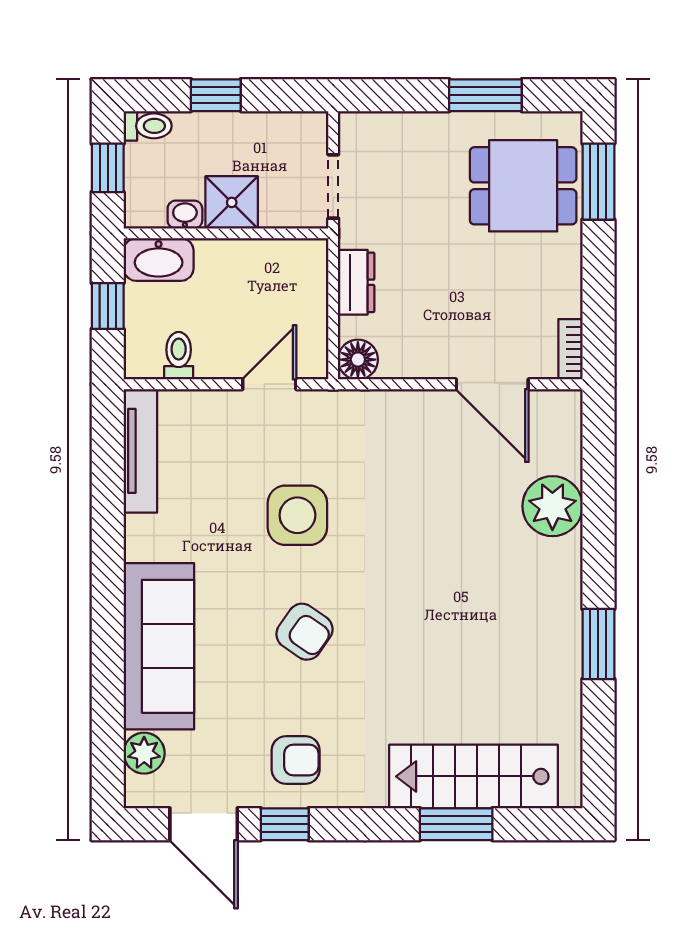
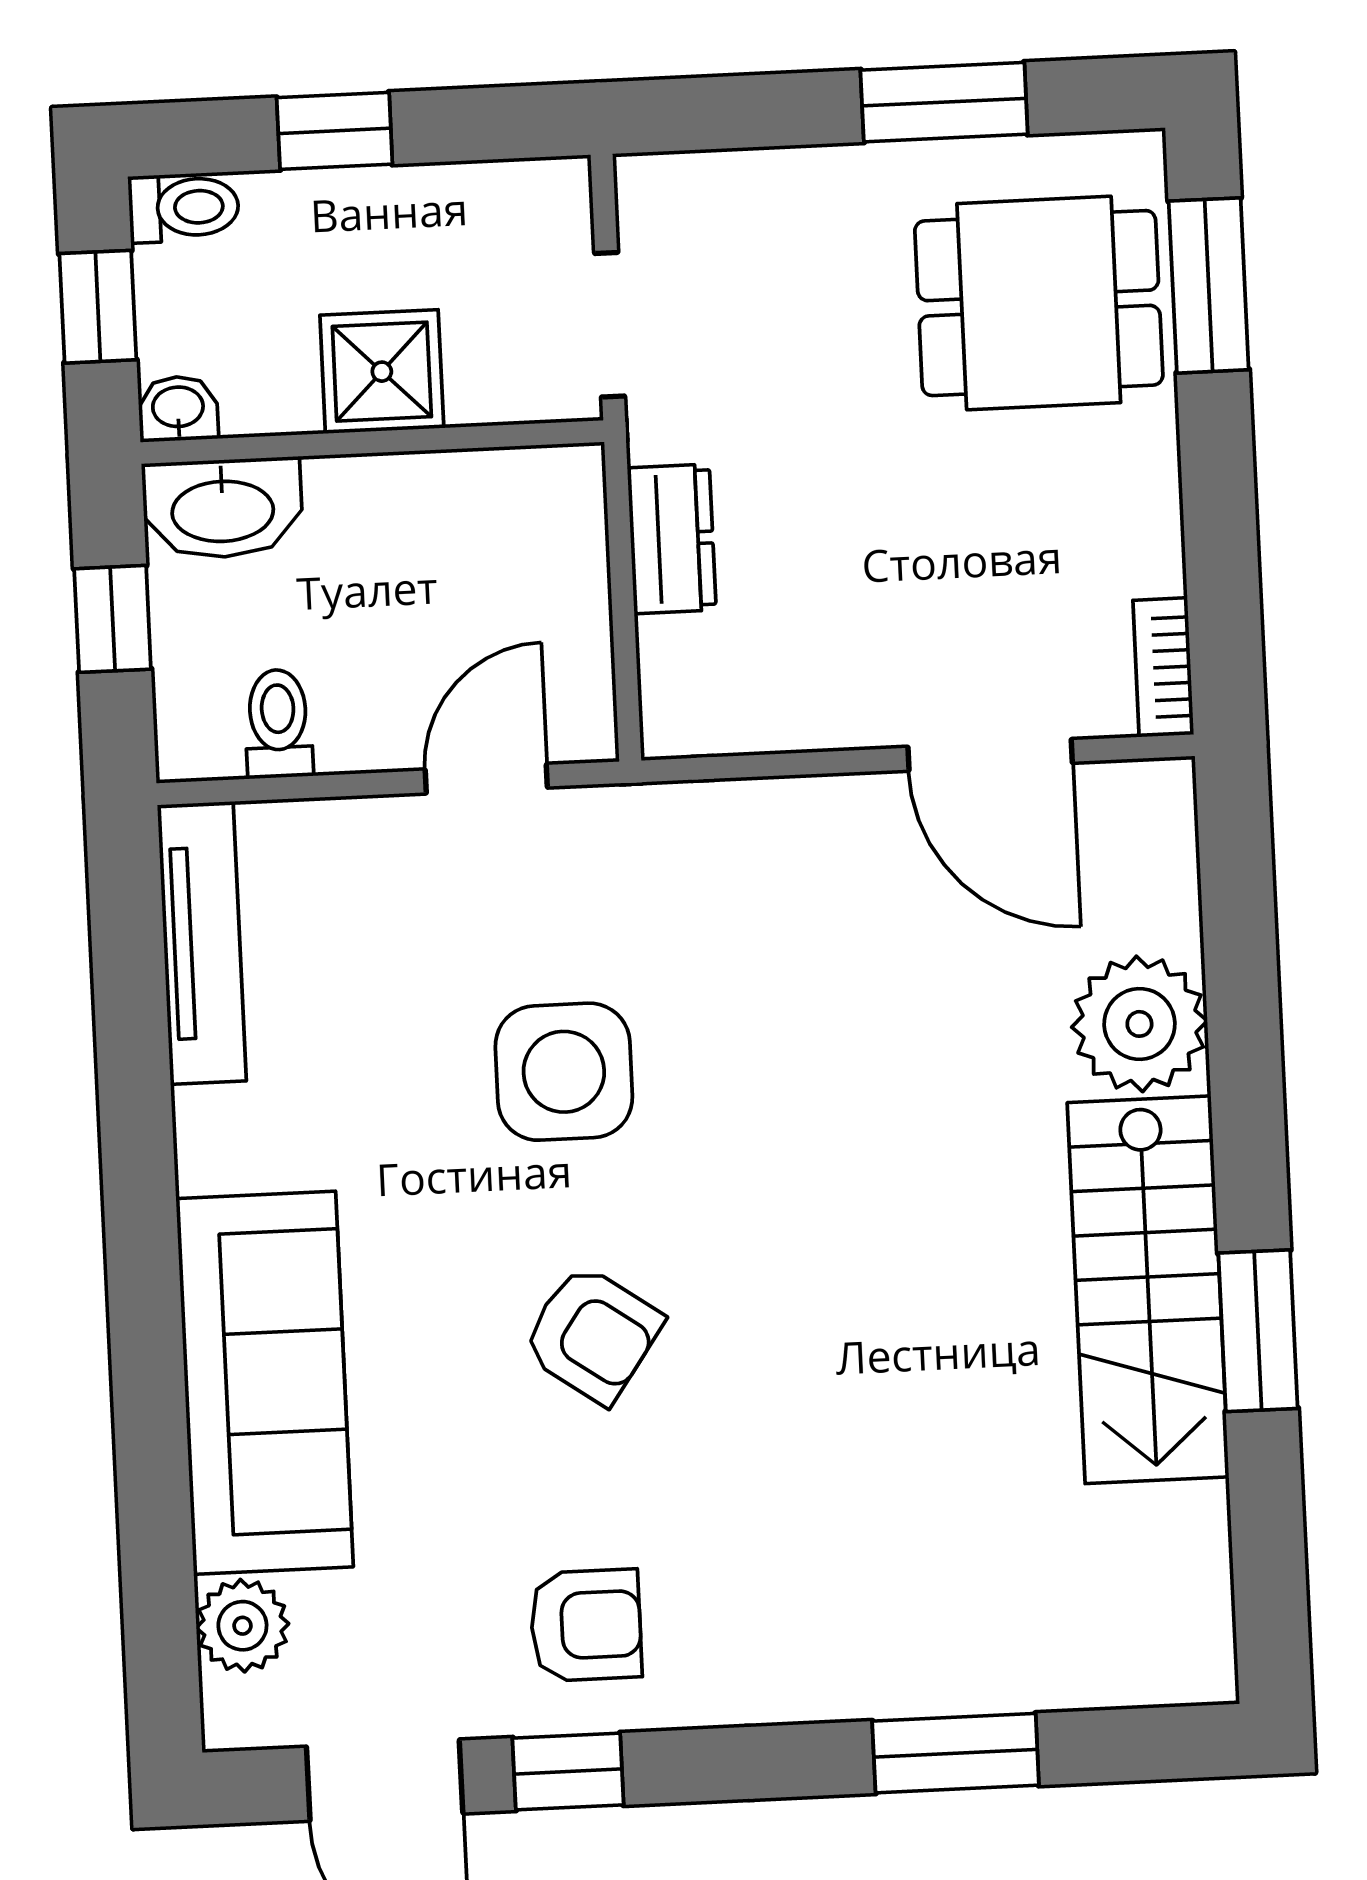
washbasin: (185, 215) -> (178, 409), moved
floor lamp: (358, 360) -> (684, 713), removed
stairs: (474, 776) -> (1148, 1290), moved, turned -90

